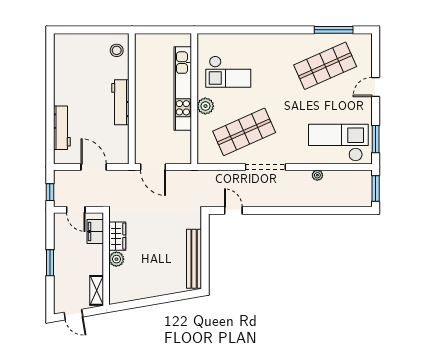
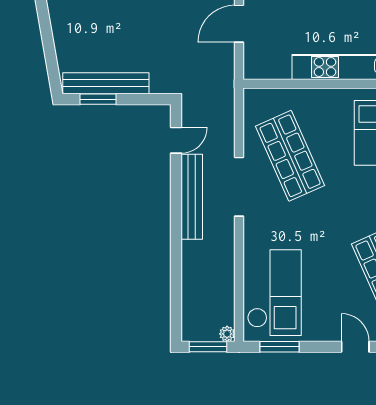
plant: (205, 106) -> (328, 100), removed
plant: (317, 175) -> (227, 334), moved
bench: (272, 200) -> (192, 197), added
window: (205, 264) -> (98, 99), added

